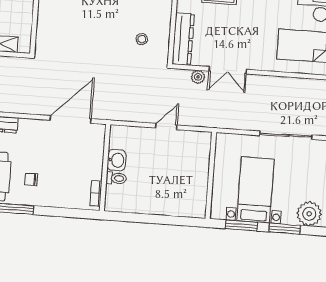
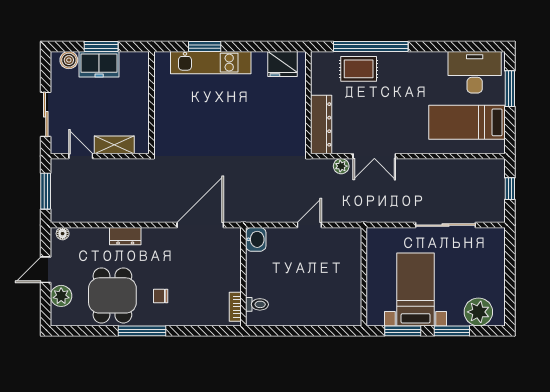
stool: (142, 39) -> (274, 128), removed
washbasin: (117, 160) -> (256, 239), moved
toilet: (116, 178) -> (257, 304), moved

